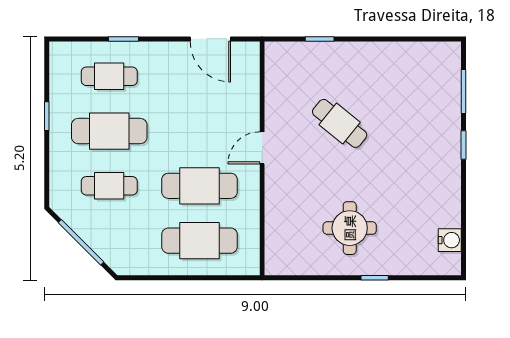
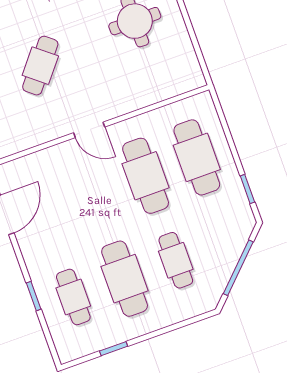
window: (47, 116) -> (114, 349), moved
window: (152, 278) -> (247, 189), added

